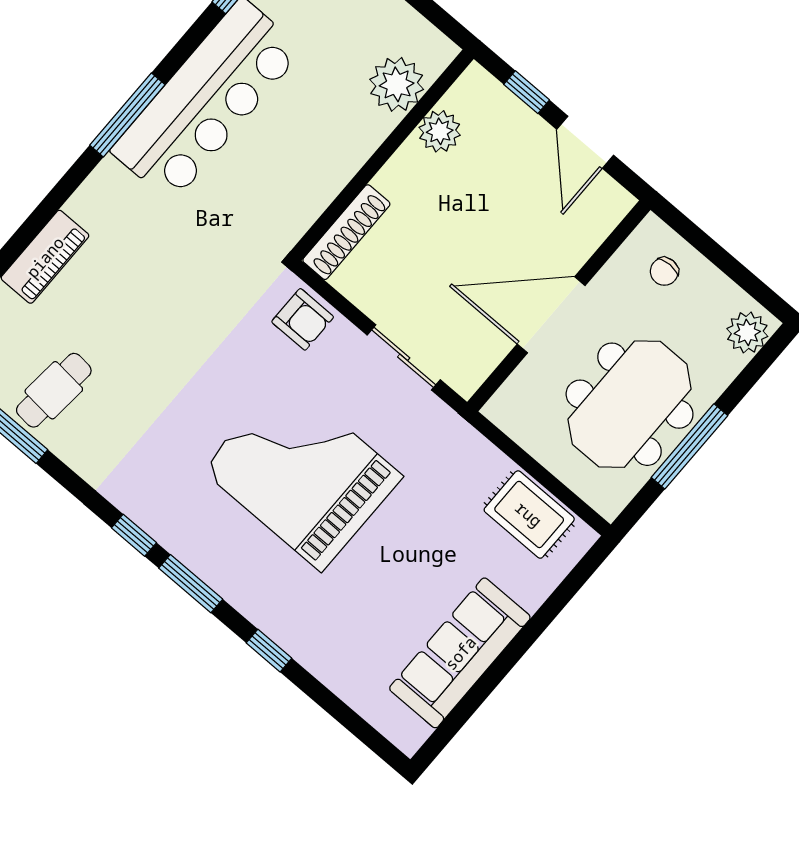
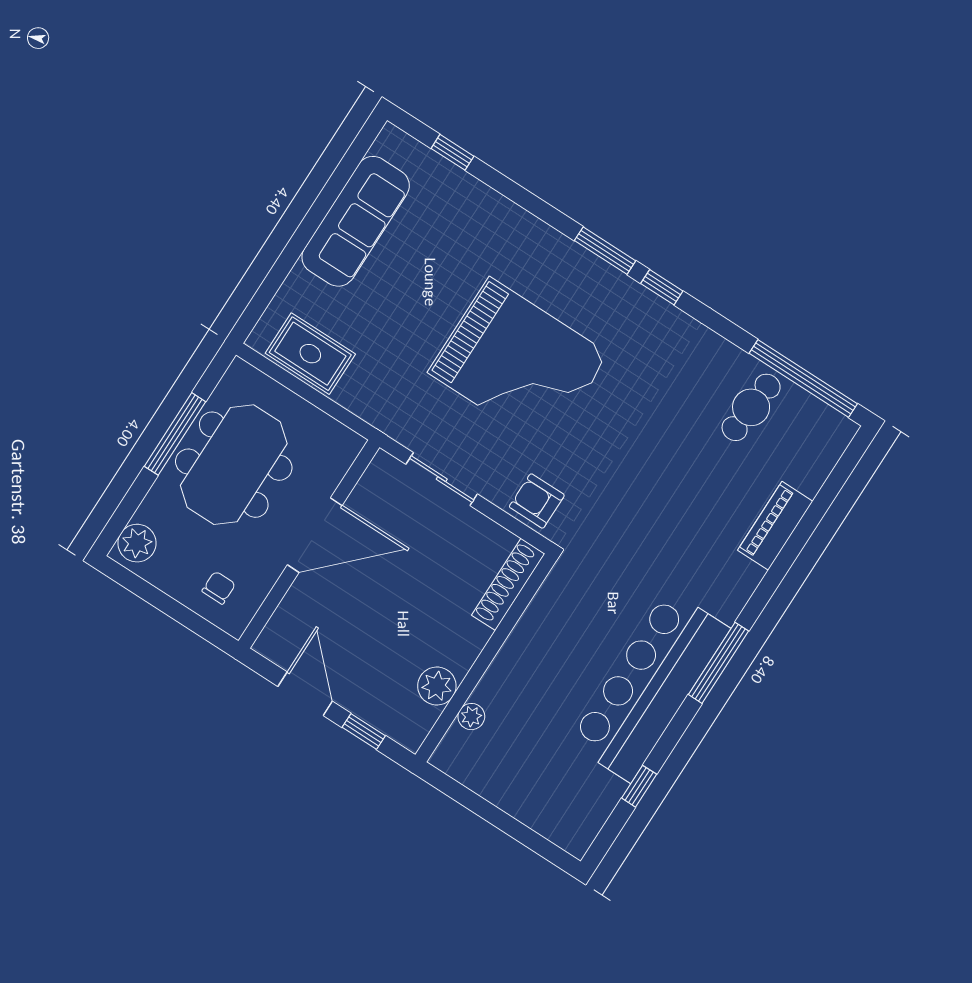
plant: (397, 84) -> (471, 717), width x0.53, depth x0.53
window: (269, 651) -> (453, 152), moved

